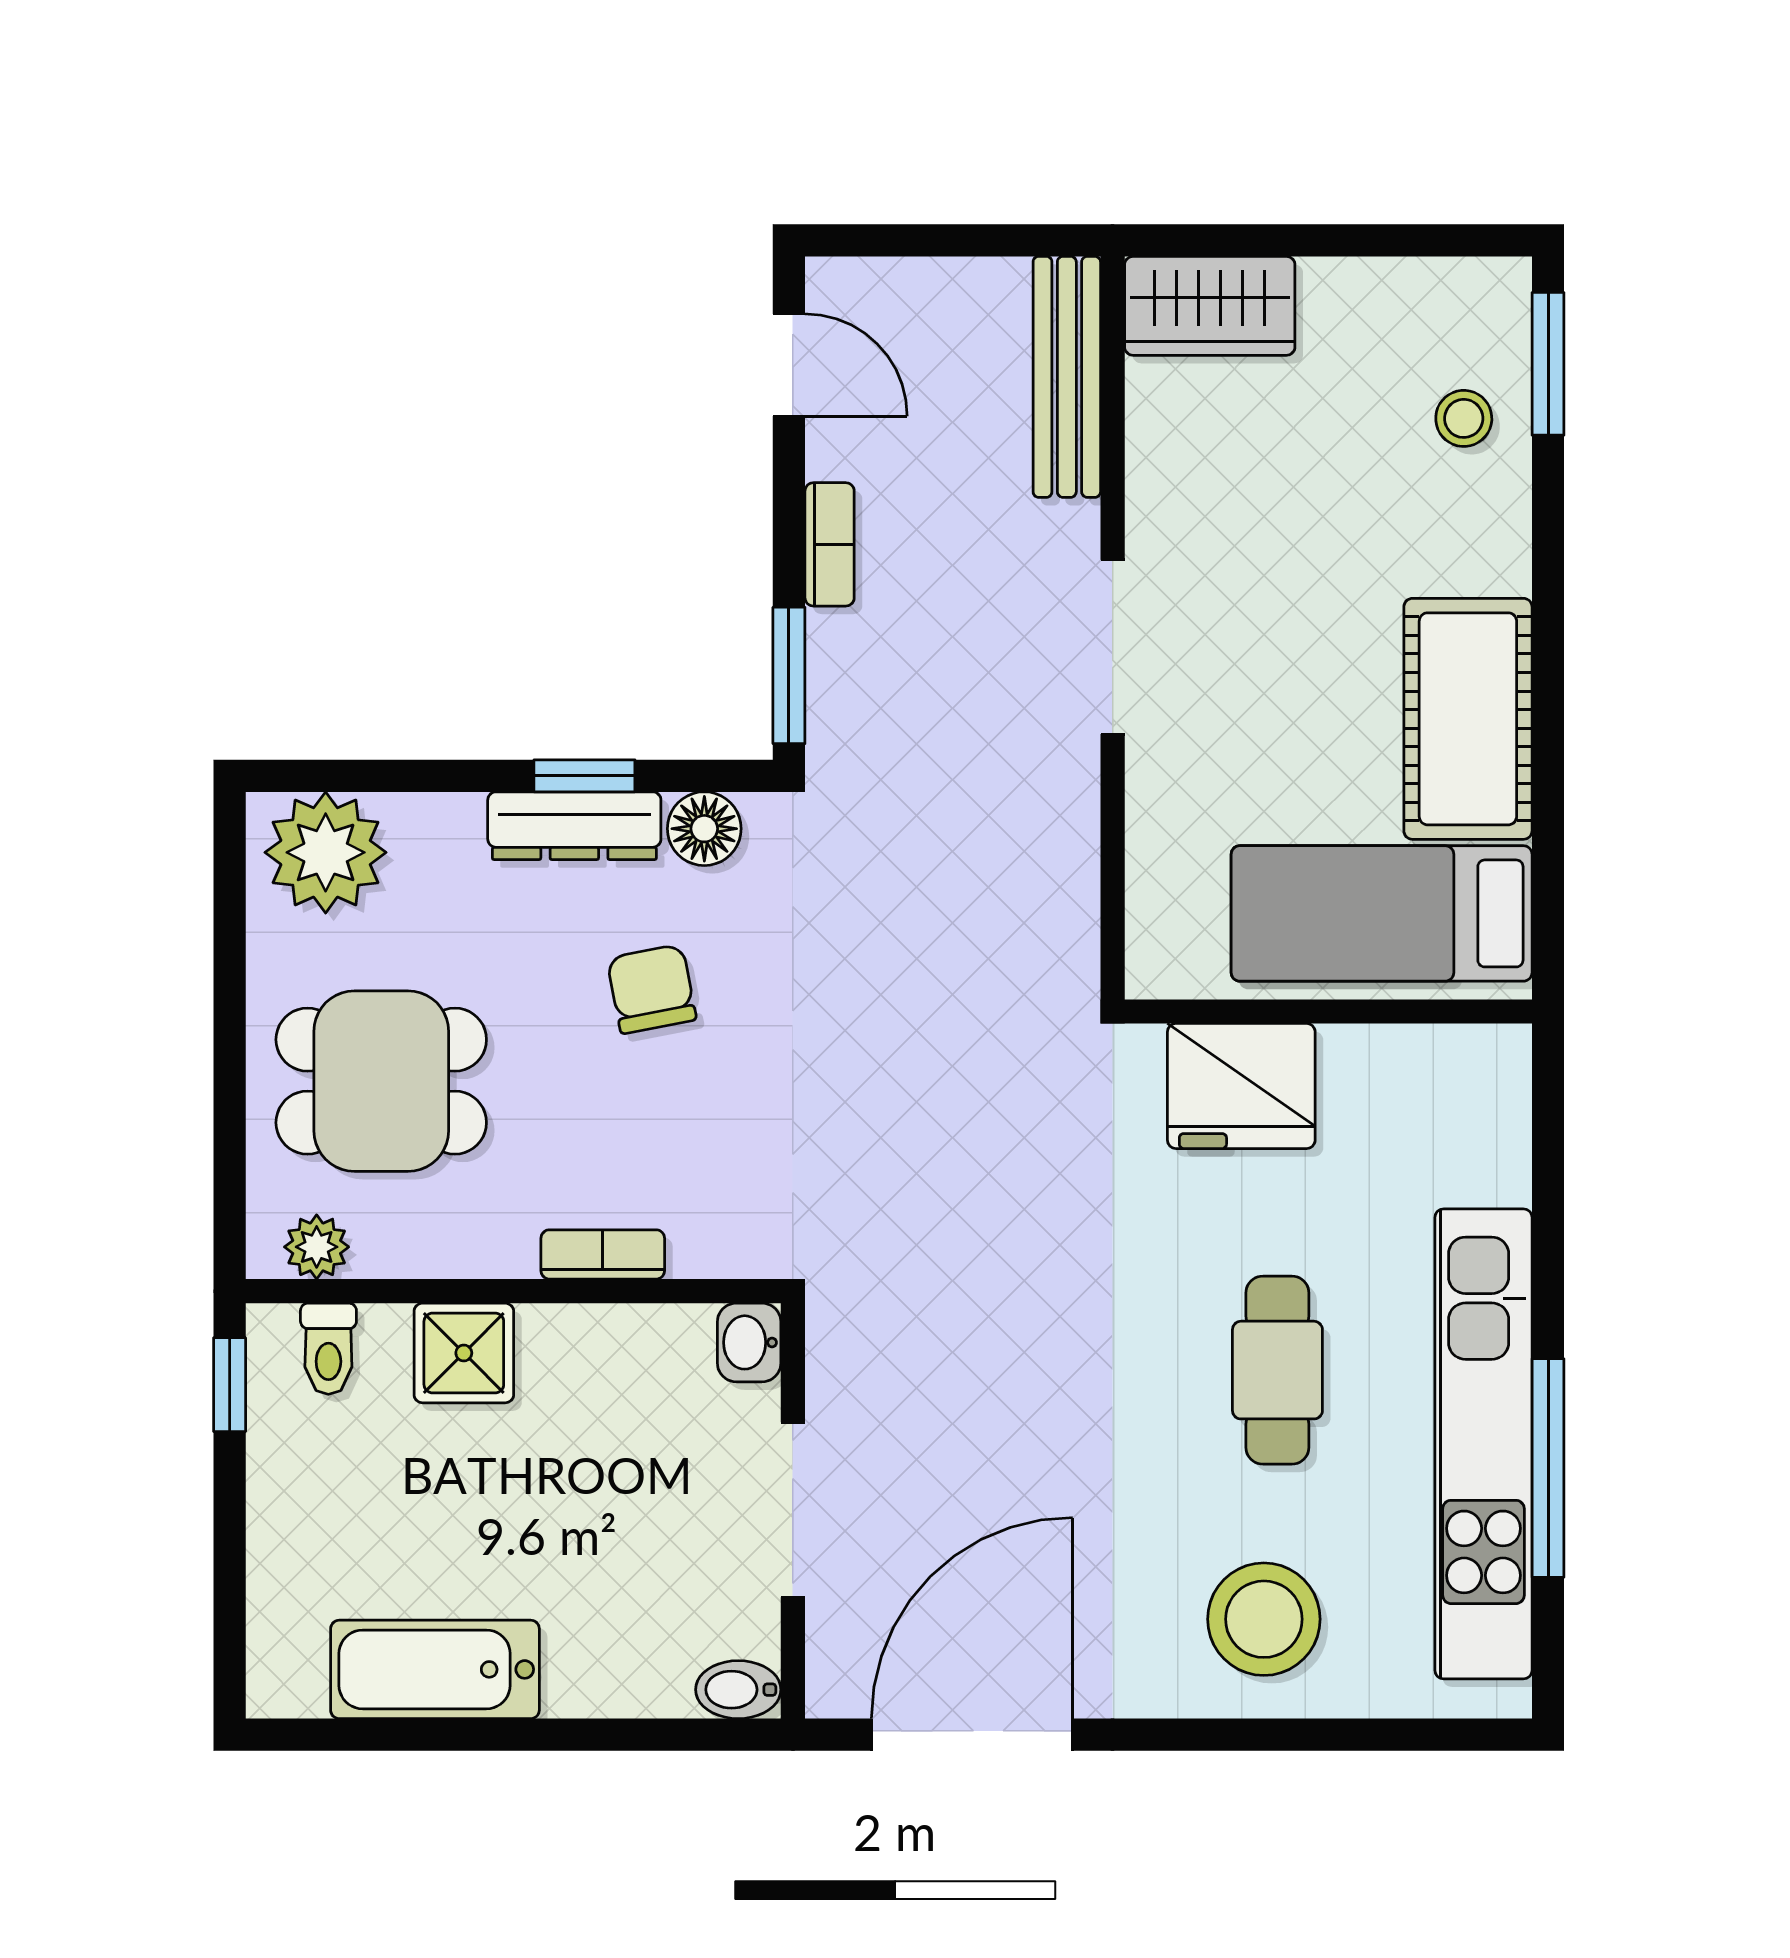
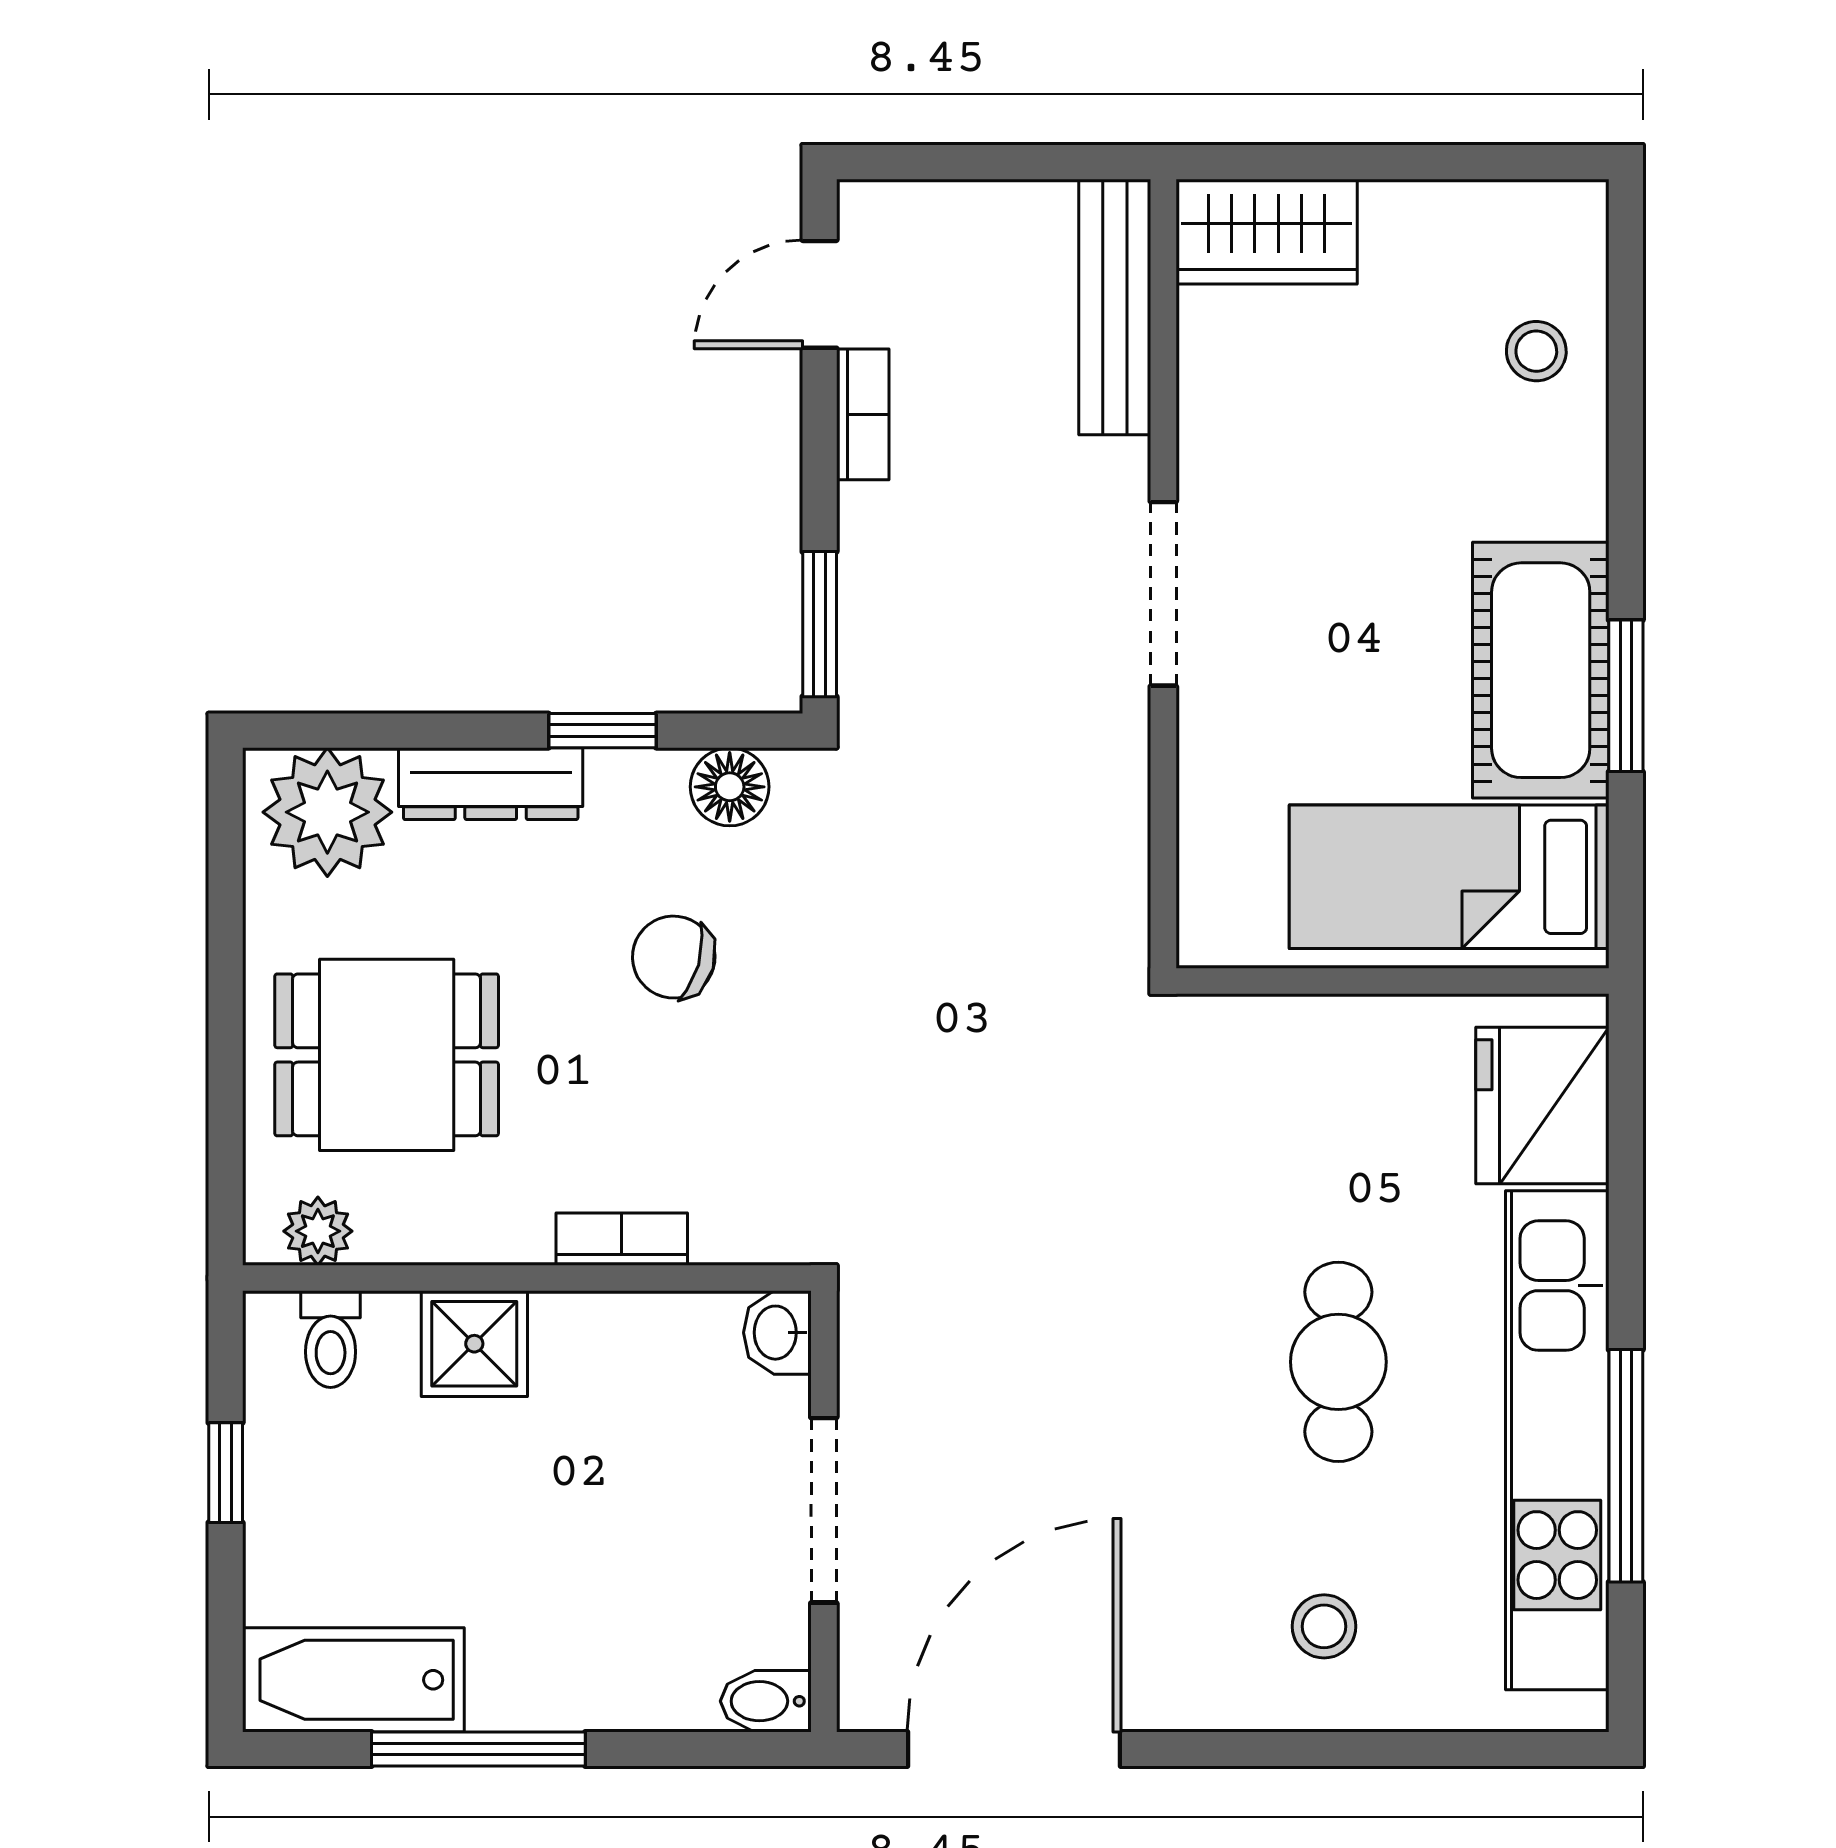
window: (1548, 364) -> (1626, 696), moved
door: (789, 365) -> (820, 294), swing flipped
bookcase: (830, 544) -> (863, 414), moved
dresser: (574, 826) -> (491, 784), moved
chair: (652, 989) -> (674, 957), turned -63
fridge: (1241, 1086) -> (1542, 1105), moved, turned 90
window: (230, 1385) -> (226, 1473), moved
stool: (1264, 1619) -> (1324, 1626), width x0.53, depth x0.53
bathtub: (435, 1669) -> (353, 1680), moved
window: (468, 1735) -> (478, 1749), added

